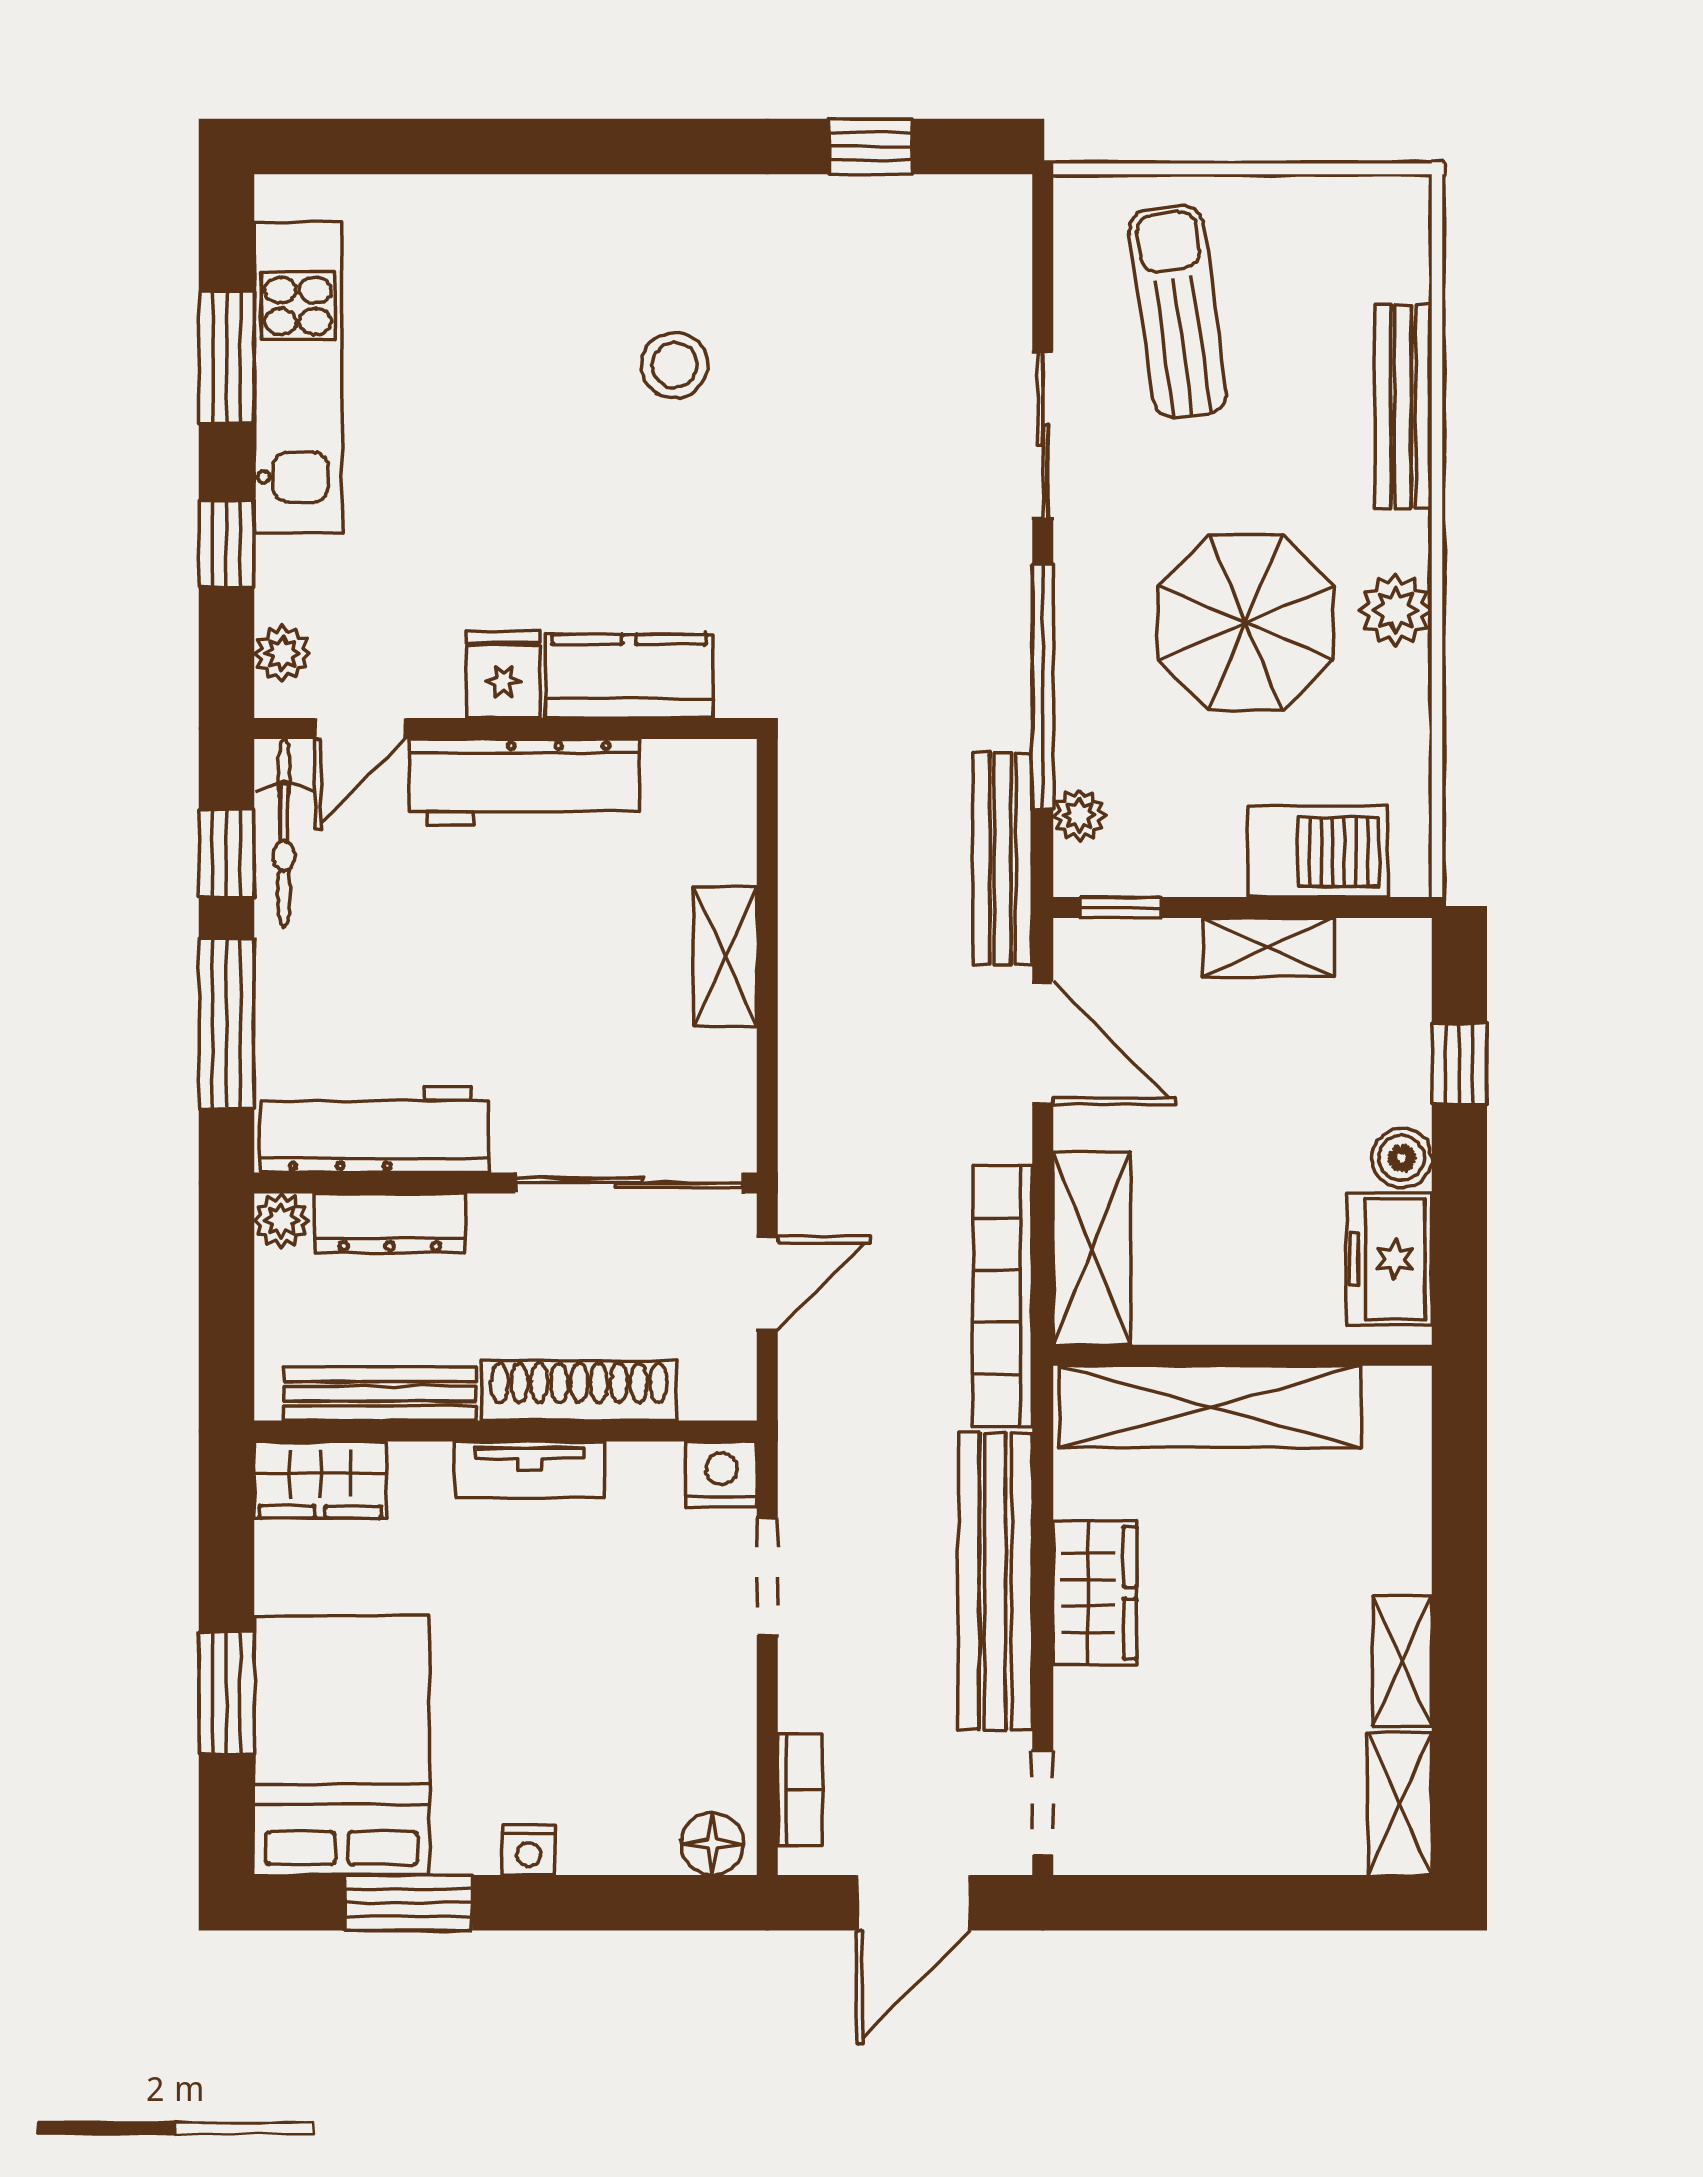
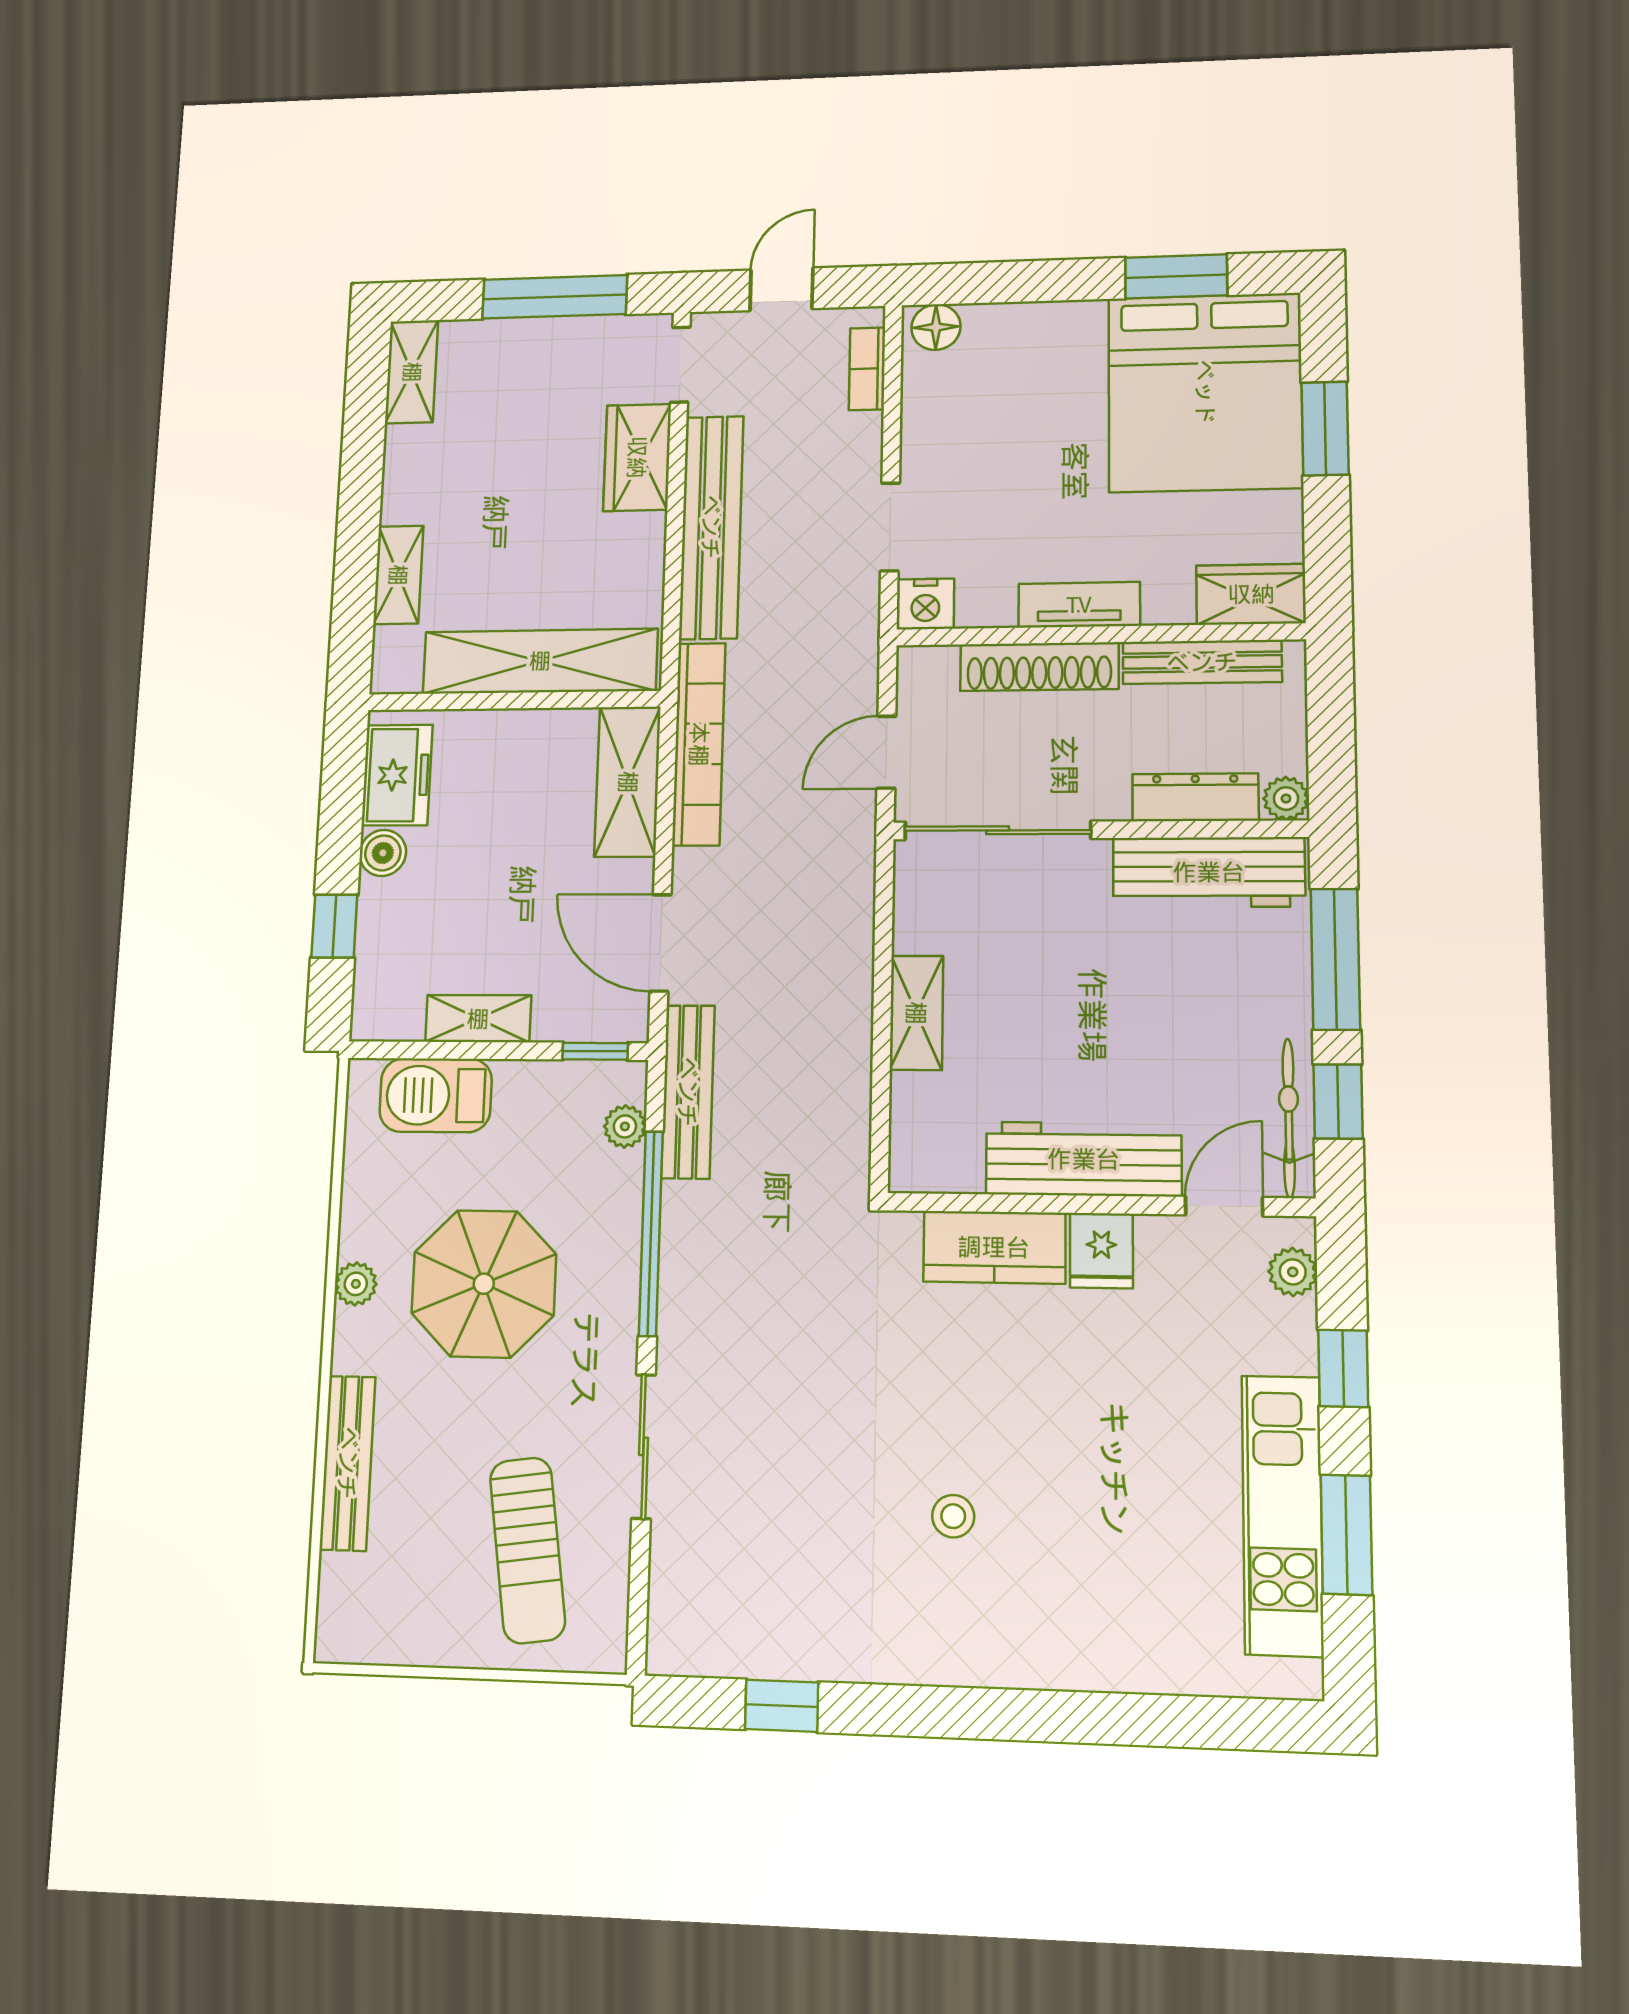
stool: (675, 365) -> (953, 1516), width x0.73, depth x0.73
plant: (1396, 610) -> (356, 1284), width x0.73, depth x0.73
wardrobe: (1095, 1593) -> (637, 457), moved
shelving: (1402, 1661) -> (398, 575), moved
bed: (342, 1745) -> (1205, 392), width x1.36
nightstand: (529, 1850) -> (1081, 318), removed
door: (913, 1903) -> (781, 289), width x0.73
window: (1213, 1903) -> (555, 297), added

